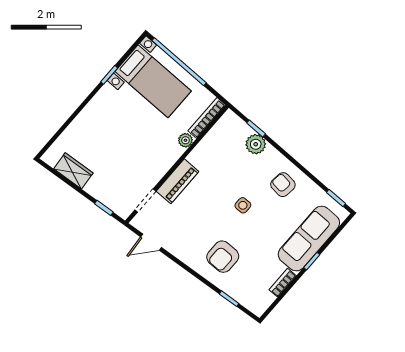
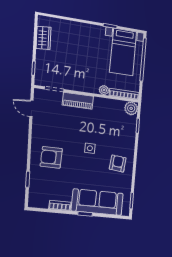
plant: (256, 144) -> (131, 108), moved

